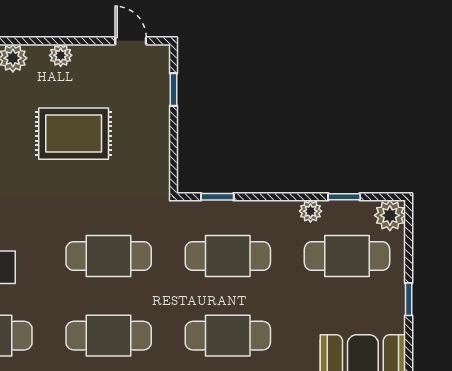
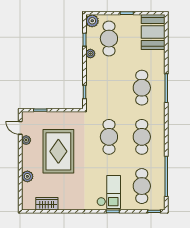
door: (131, 41) -> (20, 128), hinge flipped
plant: (61, 55) -> (26, 140), moved
rug: (74, 134) -> (58, 151), width x1.37, depth x1.44
cafe table: (228, 256) -> (109, 88), removed

